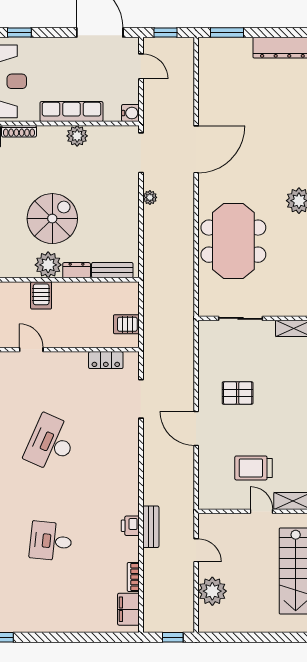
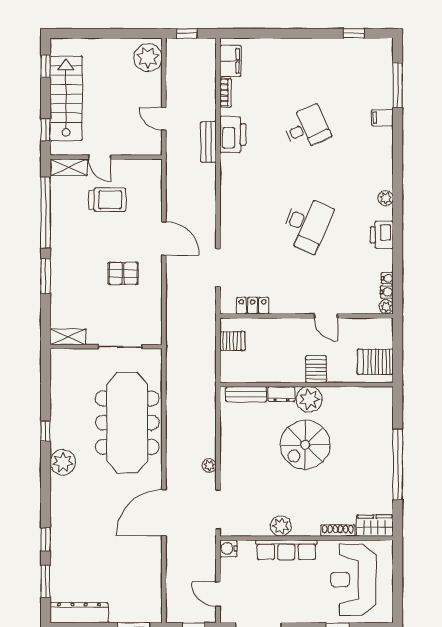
meeting table: (233, 241) -> (127, 423), width x1.36
printer: (130, 526) -> (233, 135), width x1.87, depth x1.48
desk: (51, 541) -> (307, 128), turned -30
plant: (212, 591) -> (148, 58), moved

